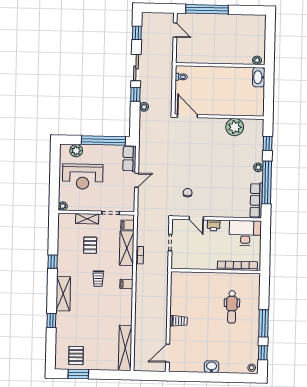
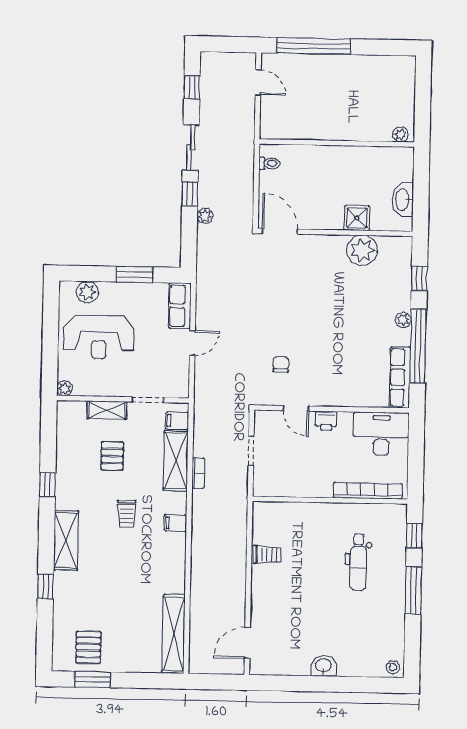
washbasin: (259, 77) -> (403, 199), moved
shower: (232, 108) -> (357, 218), added
window: (103, 141) -> (135, 274), width x0.47
trolley: (179, 321) -> (267, 554), moved
window: (263, 353) -> (414, 536), moved

